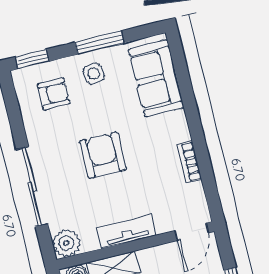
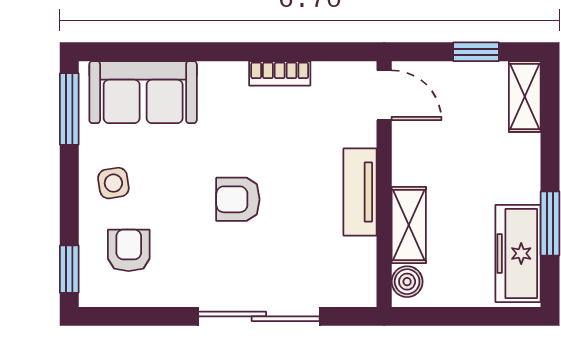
window: (99, 43) -> (69, 109), moved
armchair: (103, 155) -> (238, 199), width x0.72, depth x0.72
plant: (66, 243) -> (355, 286), removed

